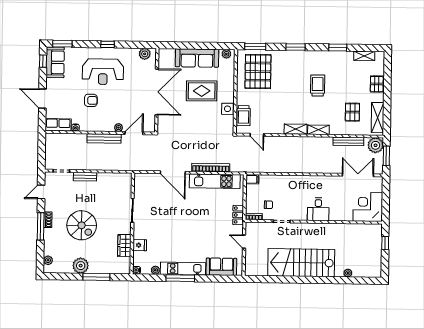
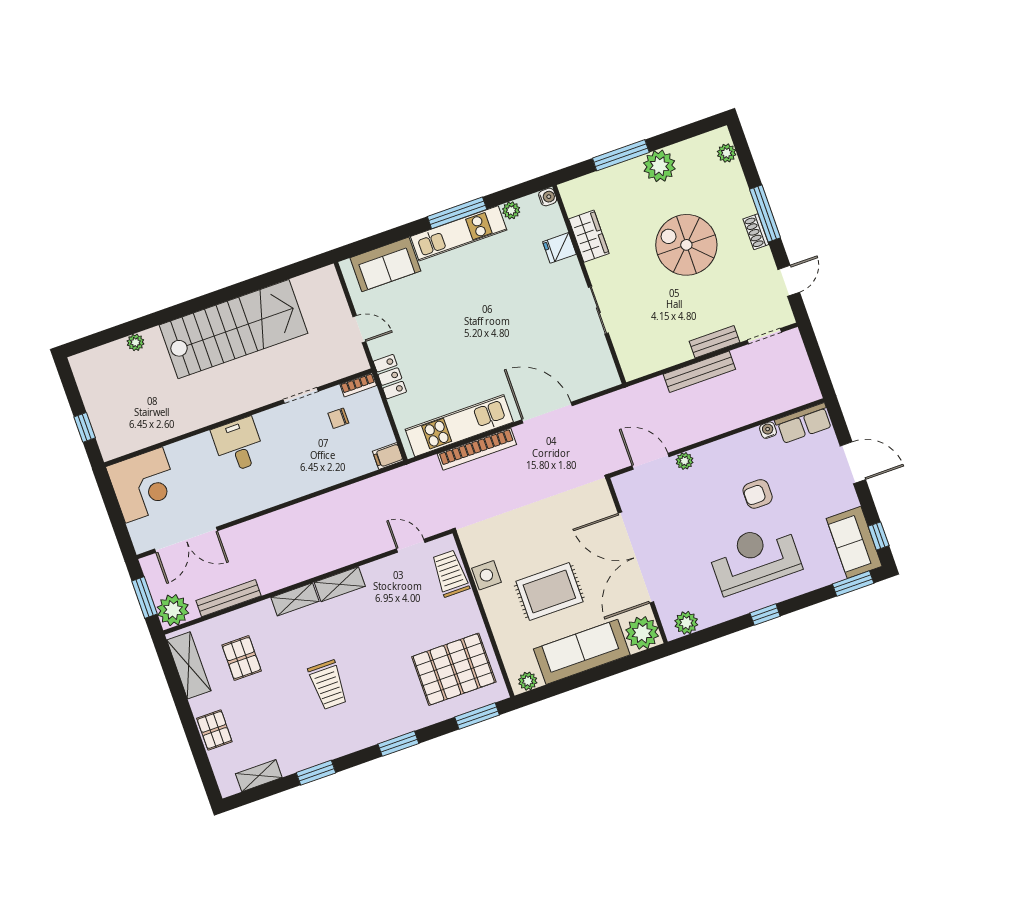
plant: (166, 57) -> (642, 633), added
pallet: (258, 72) -> (454, 669), turned 90
door: (134, 133) -> (651, 461), swing flipped
bench: (104, 138) -> (699, 372), moved

